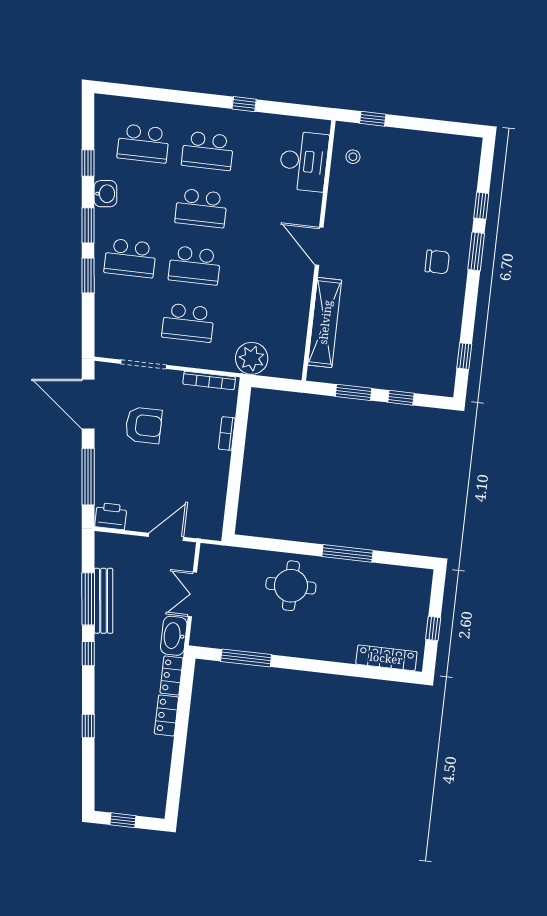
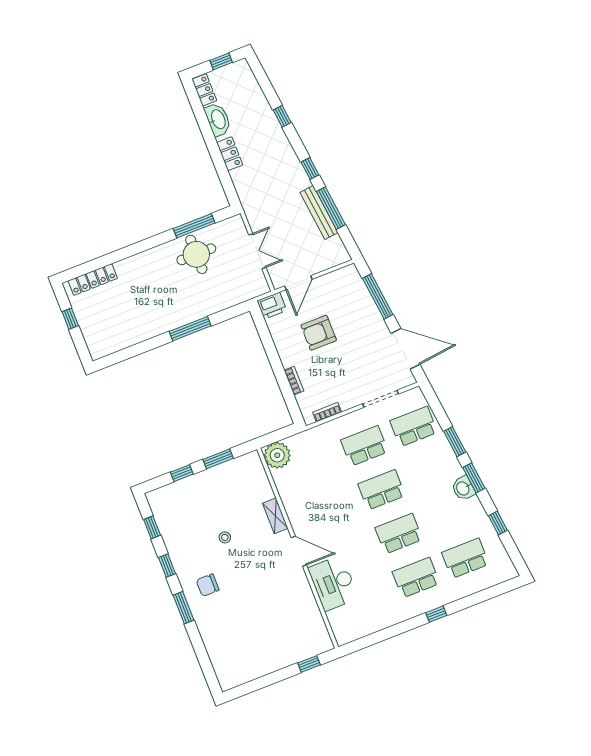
window: (244, 104) -> (436, 614), moved
stool: (353, 157) -> (225, 537), moved
desk: (304, 161) -> (333, 583), moved
washbasin: (105, 194) -> (463, 488), moved
window: (481, 206) -> (167, 566), moved
school desk: (130, 258) -> (414, 427), moved
shelving: (325, 322) -> (275, 516), width x0.45, depth x0.75
plant: (252, 358) -> (277, 455), moved
bookcase: (209, 380) -> (327, 412), width x0.64
armchair: (144, 425) -> (319, 333), moved
printer: (111, 516) -> (272, 306), moved
window: (347, 553) -> (190, 329), moved
round table: (291, 586) -> (196, 254), moved
washbasin: (174, 636) -> (218, 120), moved
locker: (171, 675) -> (204, 90), moved

